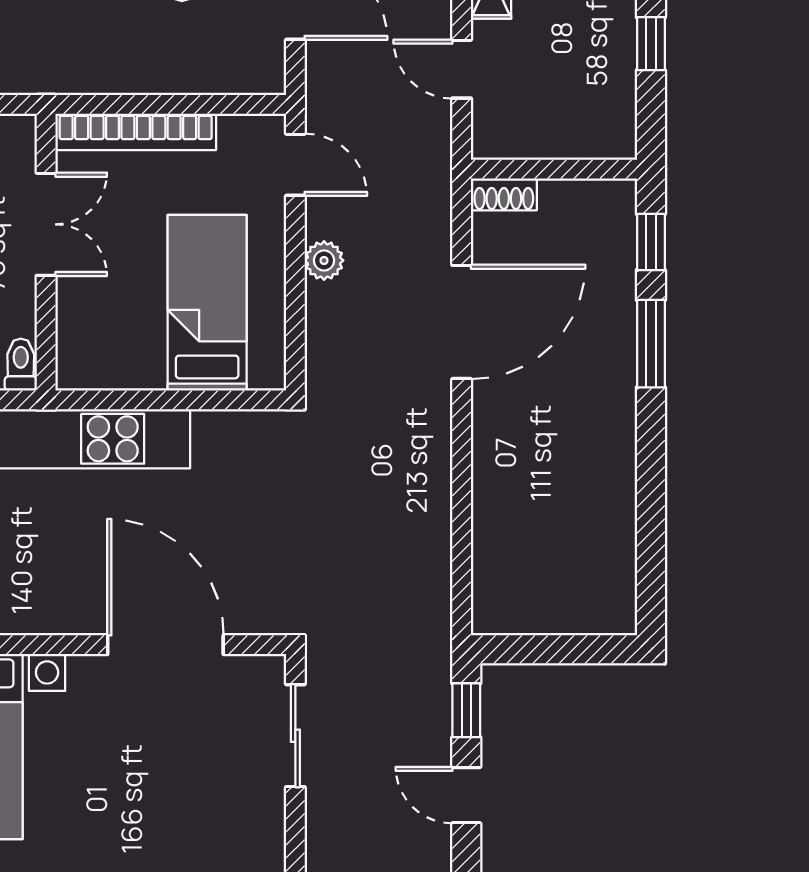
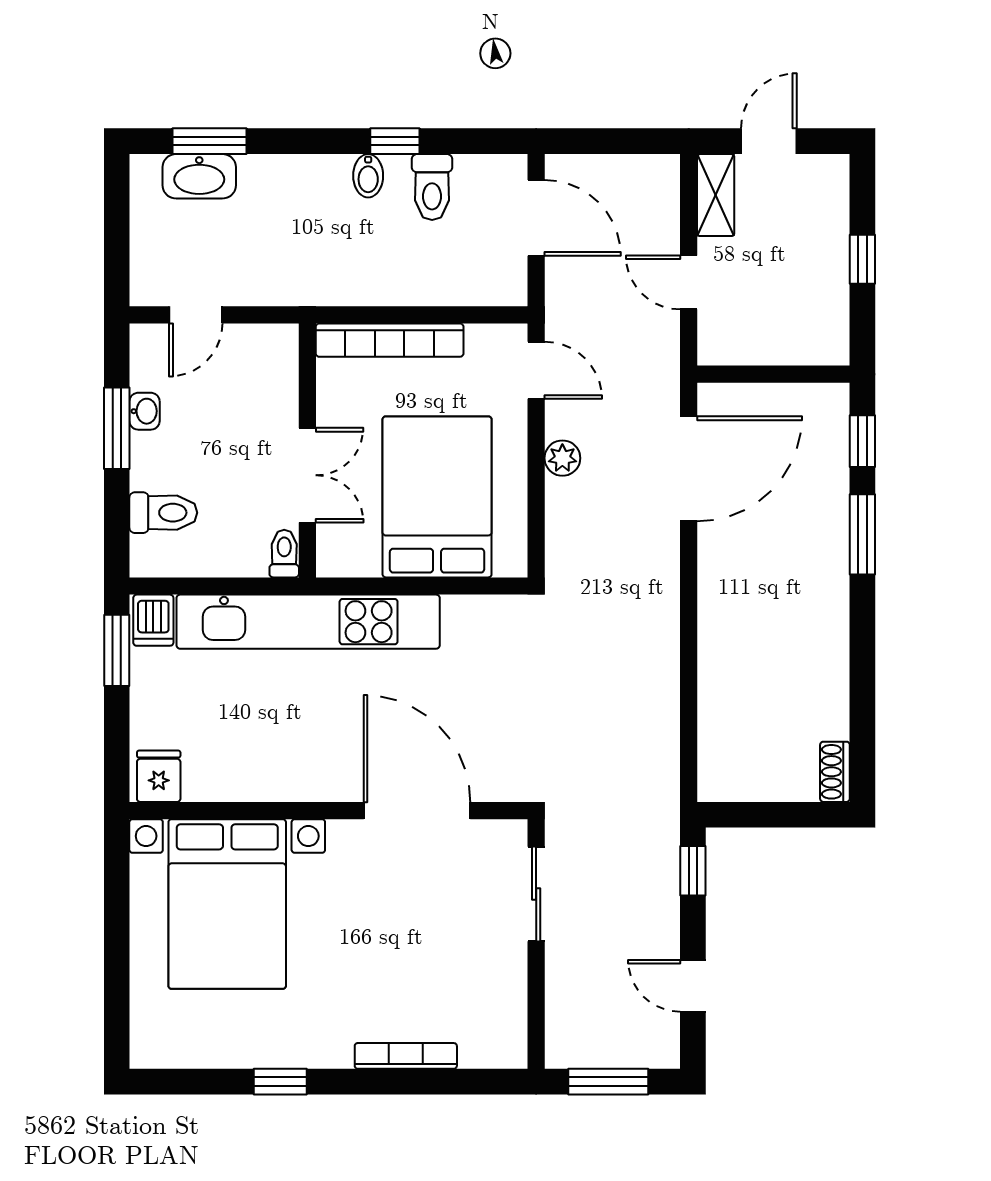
shoe rack: (504, 194) -> (835, 772), moved, turned 90
double door: (46, 224) -> (307, 475), moved
bed: (207, 303) -> (437, 497), width x1.50
door: (462, 322) -> (689, 469), moved
door: (466, 795) -> (693, 986), moved

